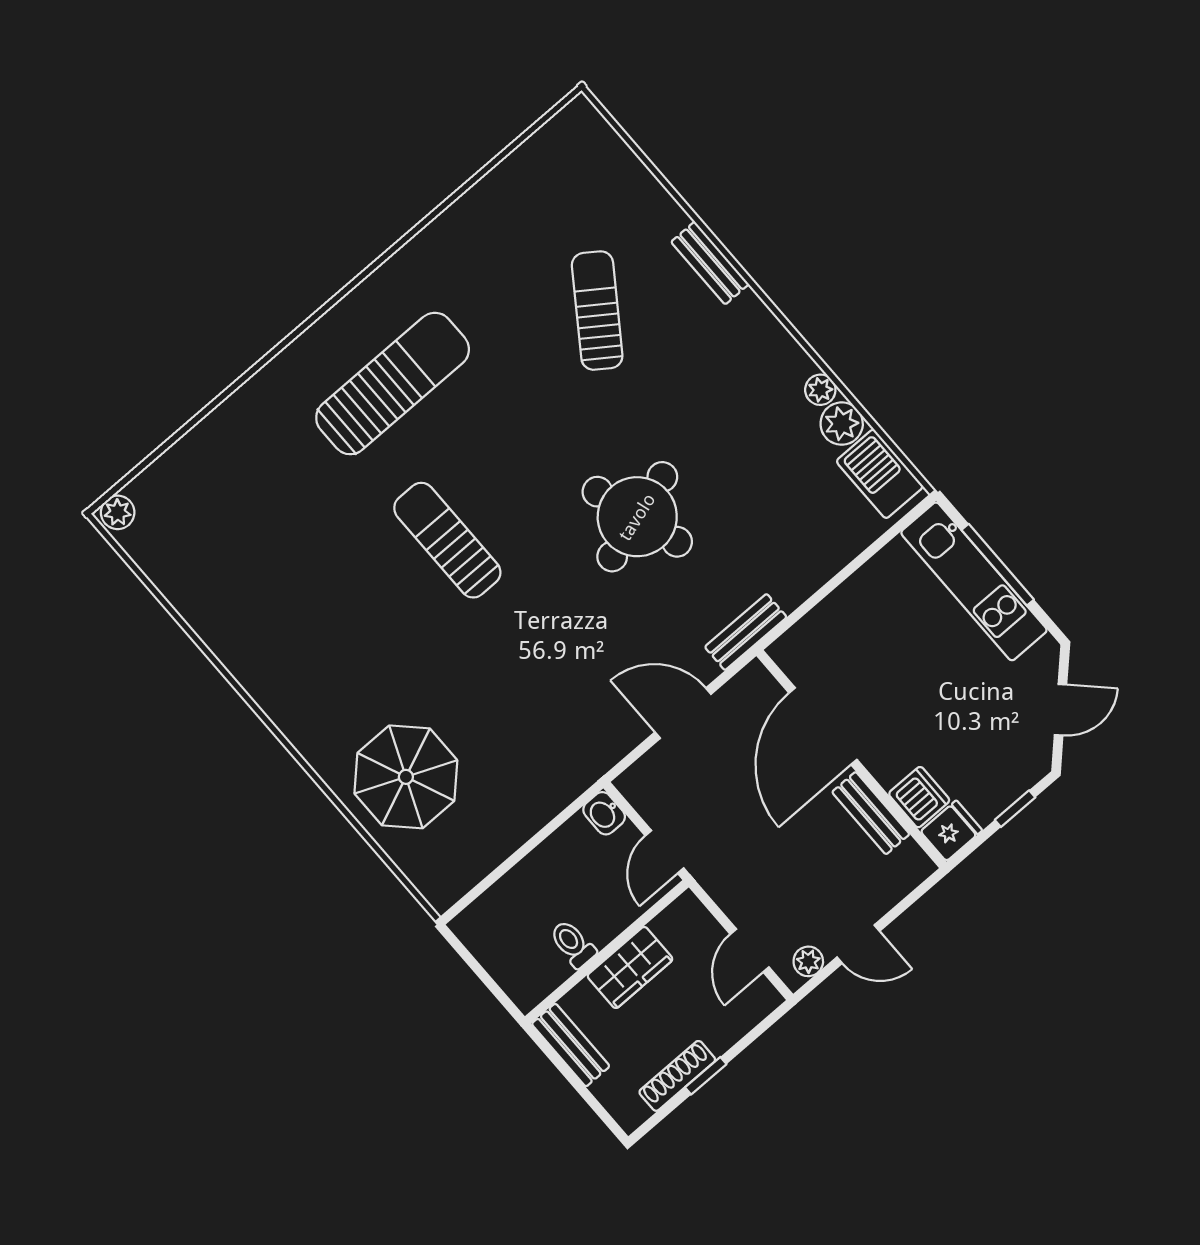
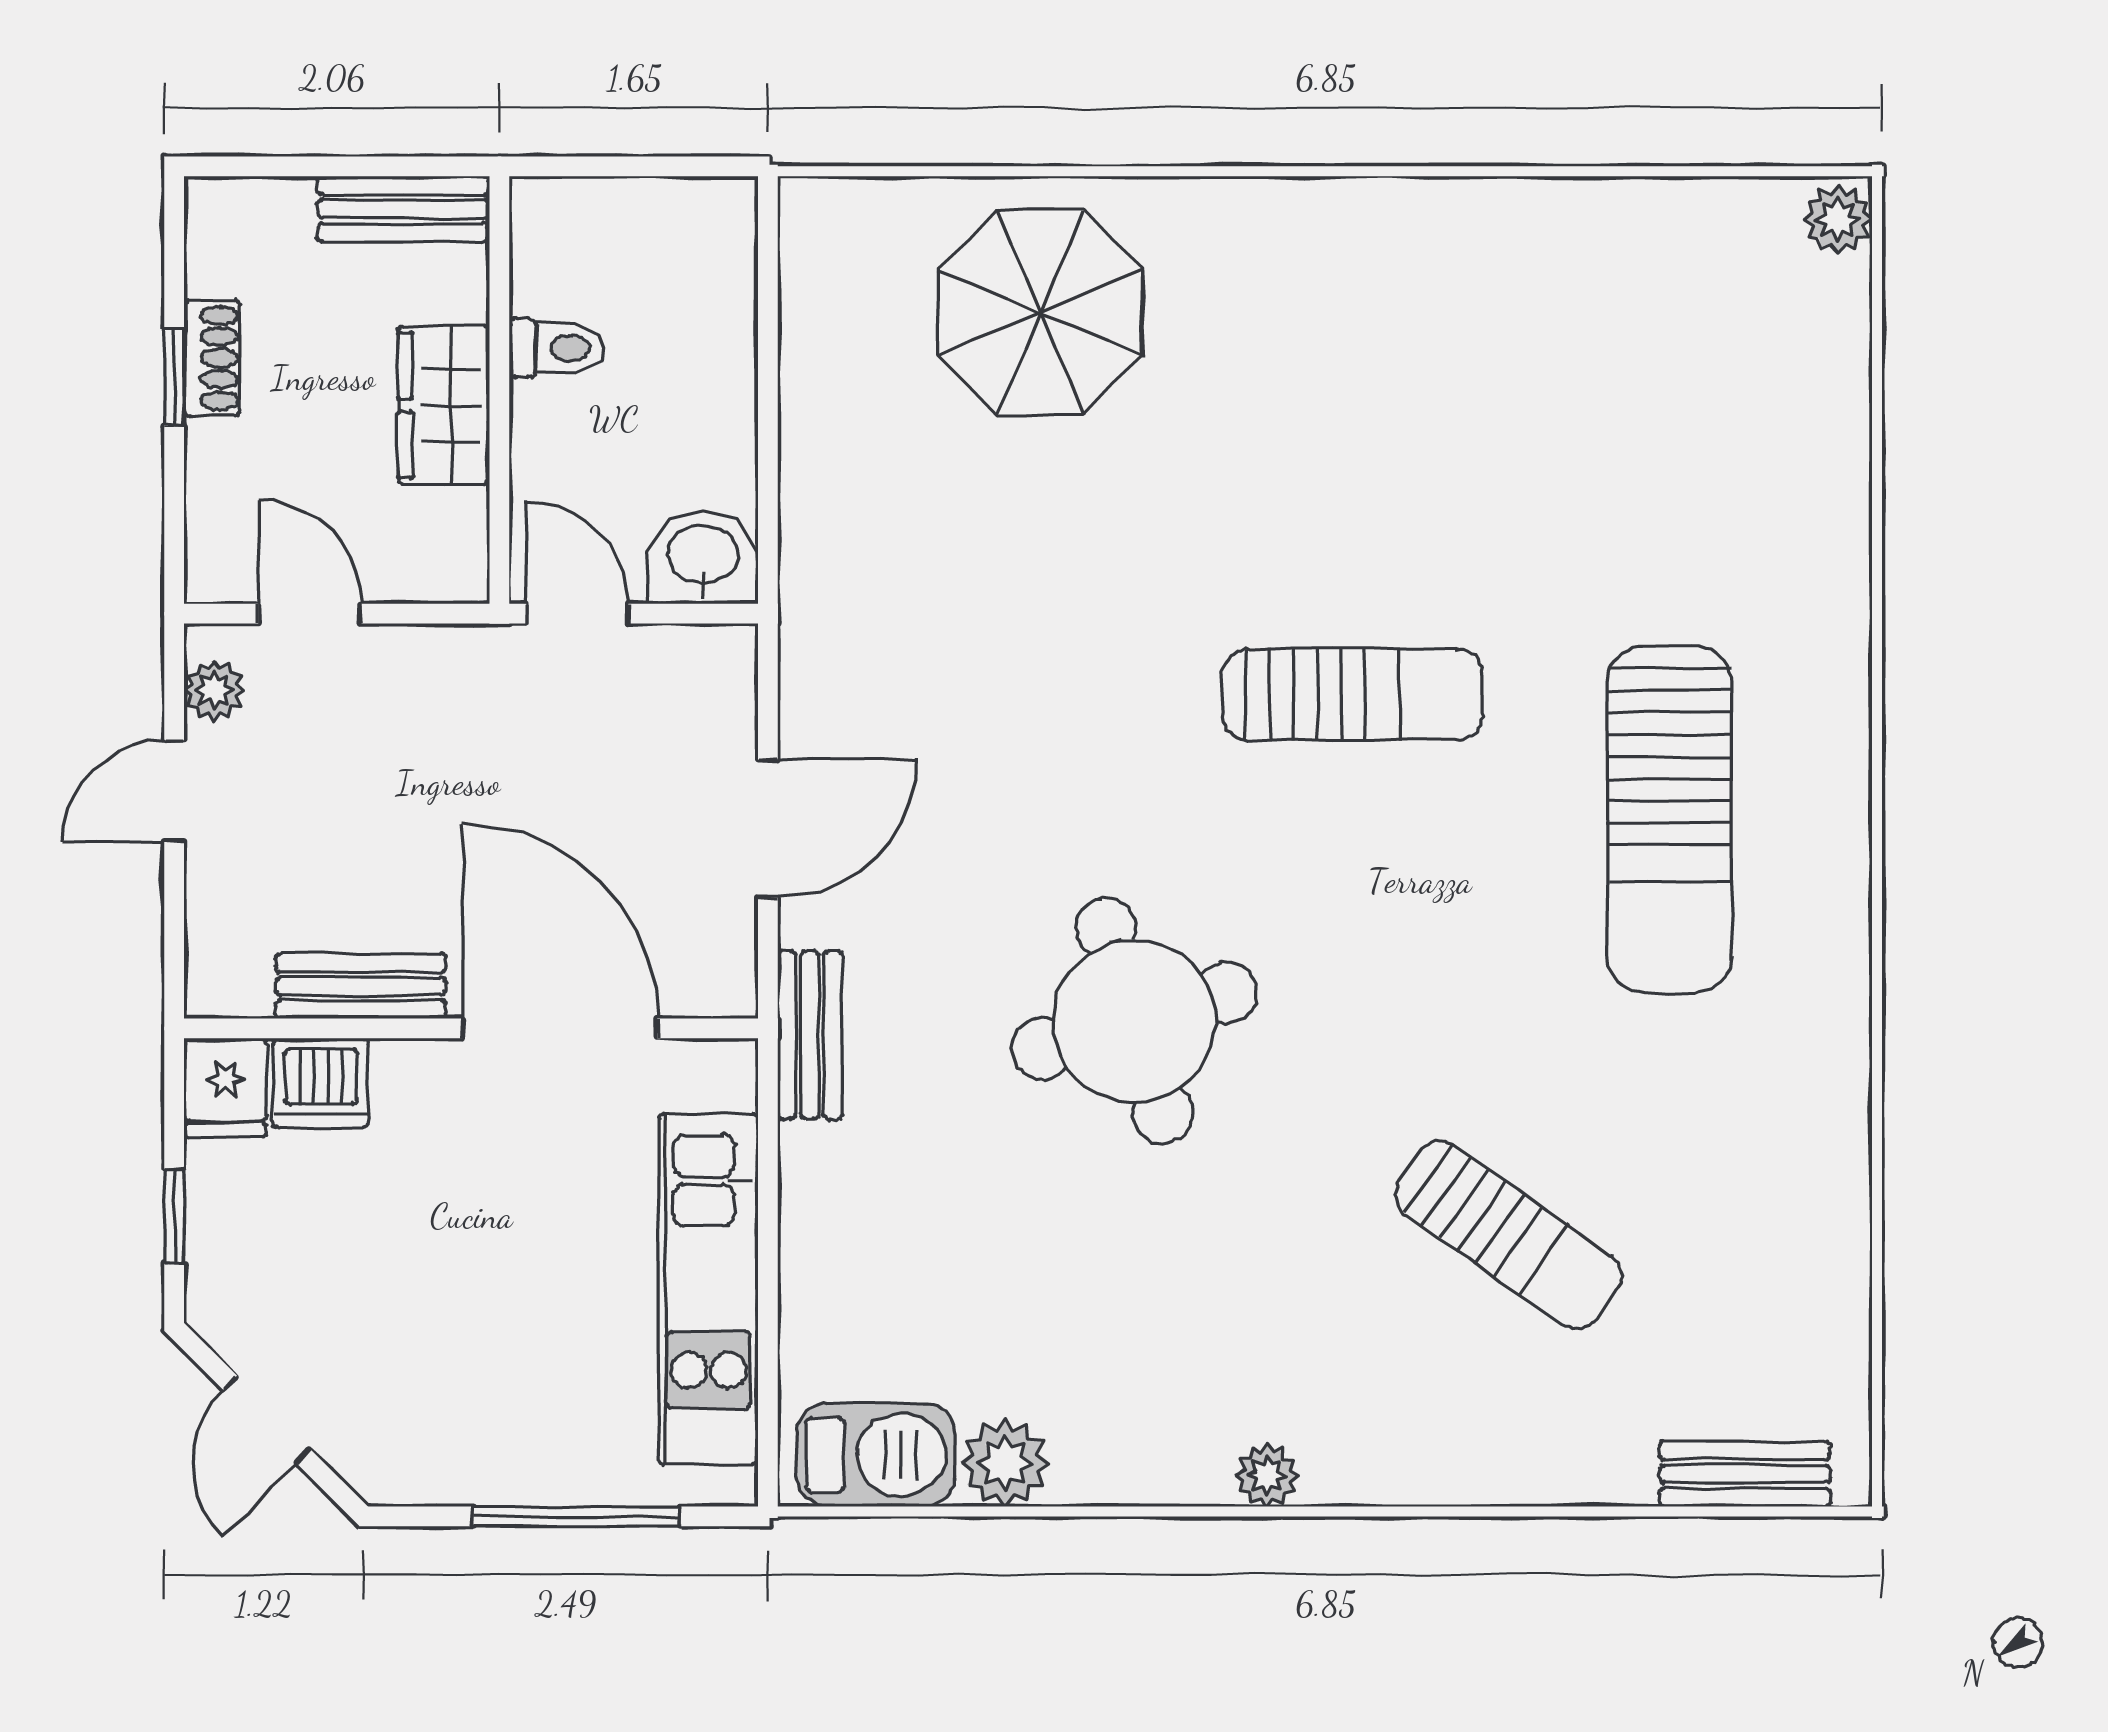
bench: (710, 263) -> (1745, 1474), moved
plant: (820, 390) -> (1267, 1475), moved
kitchen unit: (974, 581) -> (709, 1289), moved, turned -90
washbasin: (604, 813) -> (703, 557), width x1.38, depth x1.45
shoe rack: (677, 1076) -> (212, 358), width x0.70

